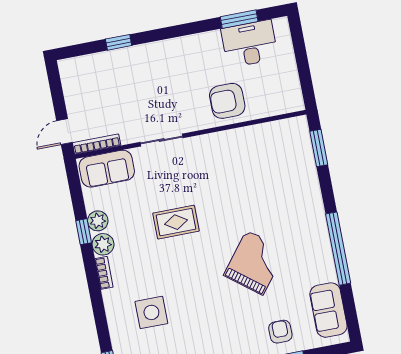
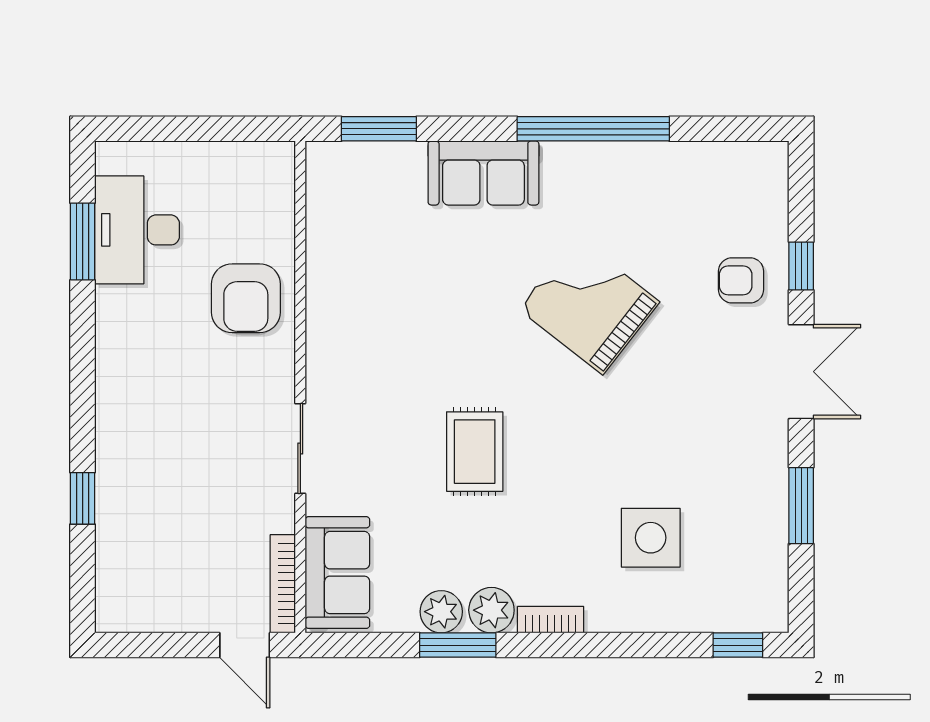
window: (84, 232) -> (458, 645), width x1.50
sofa: (328, 310) -> (483, 173), moved

